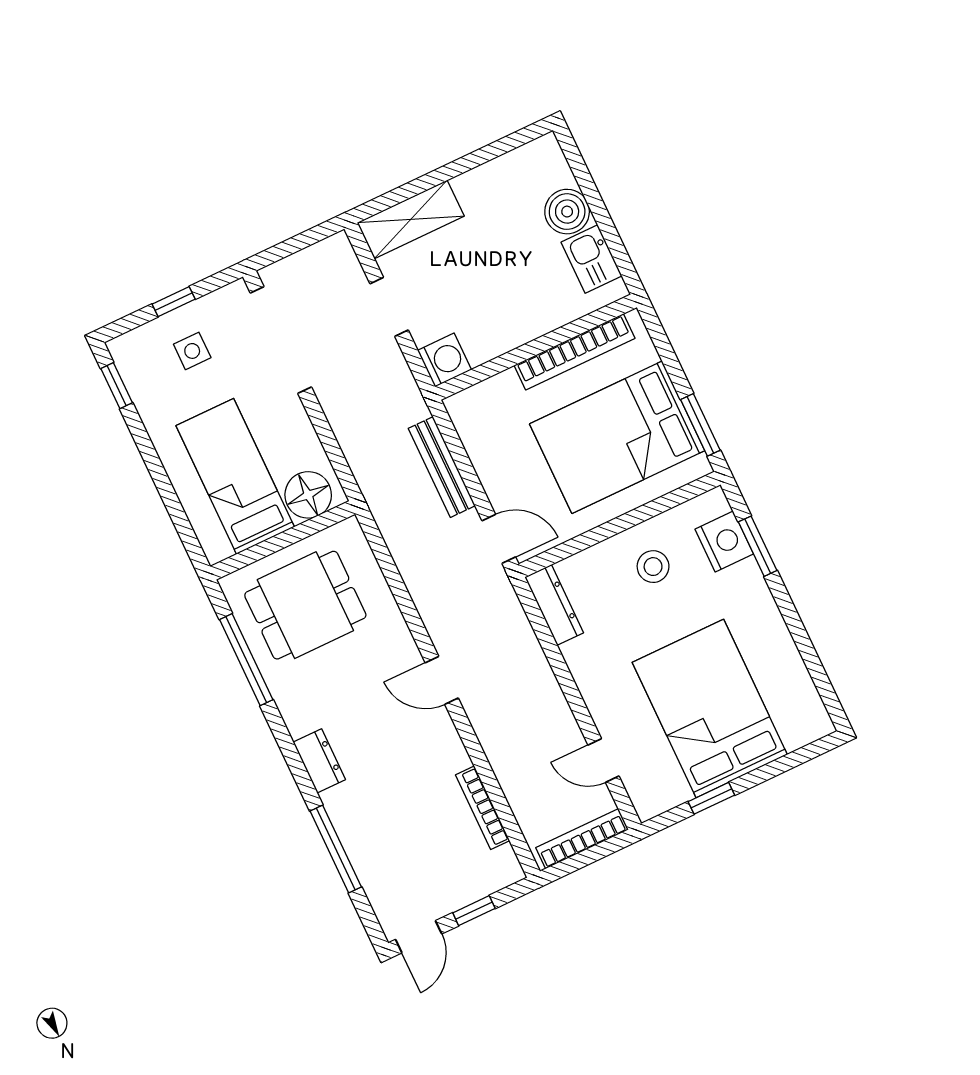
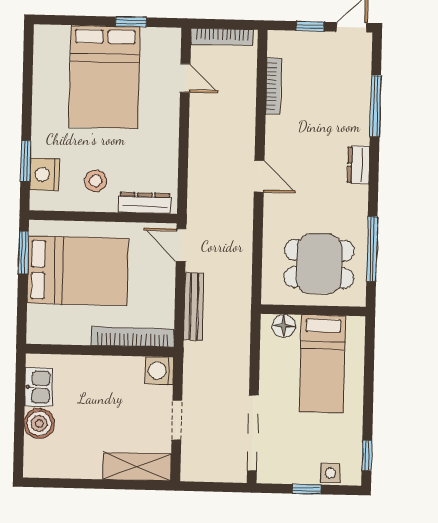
side table: (192, 351) -> (331, 473), moved
bookcase: (575, 352) -> (133, 337), moved
floor lamp: (308, 495) -> (284, 326), width x0.73, depth x0.73
dresser: (554, 605) -> (145, 203), moved, turned 90

